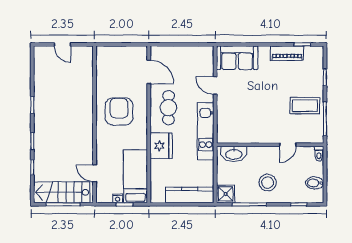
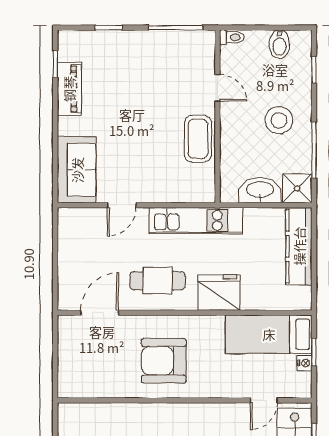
coffee table: (305, 106) -> (198, 139), moved
washbasin: (234, 154) -> (260, 190), moved, turned -90

